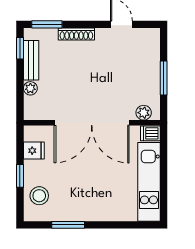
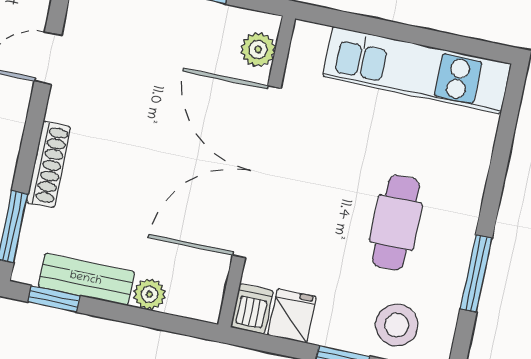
double door: (92, 123) -> (257, 172), swing flipped
dishwasher: (150, 133) -> (252, 309), moved, turned 180
cafe table: (83, 186) -> (396, 223), added

